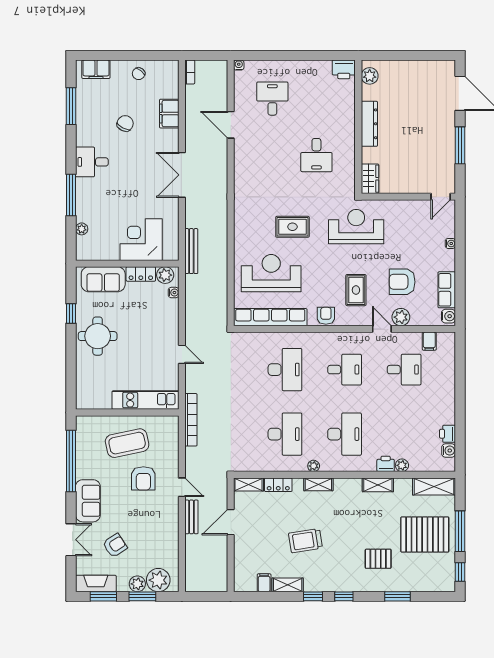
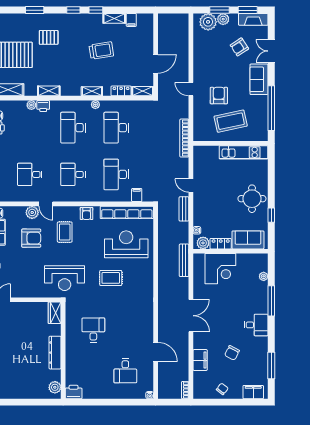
reception desk: (271, 273) -> (126, 244), turned 180
filing cabinet: (429, 341) -> (137, 195), moved
kitchen unit: (146, 400) -> (244, 152), moved
bench: (191, 517) -> (184, 209), moved

